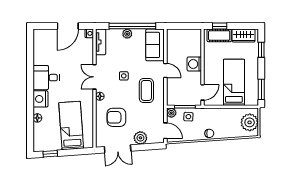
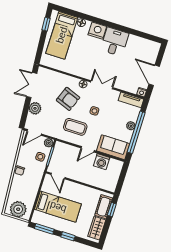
window: (261, 50) -> (68, 236), moved
washing machine: (194, 64) -> (102, 162), moved, turned 180
armchair: (116, 117) -> (68, 99), moved, turned 111
bed: (71, 125) -> (62, 35), moved, turned 94

